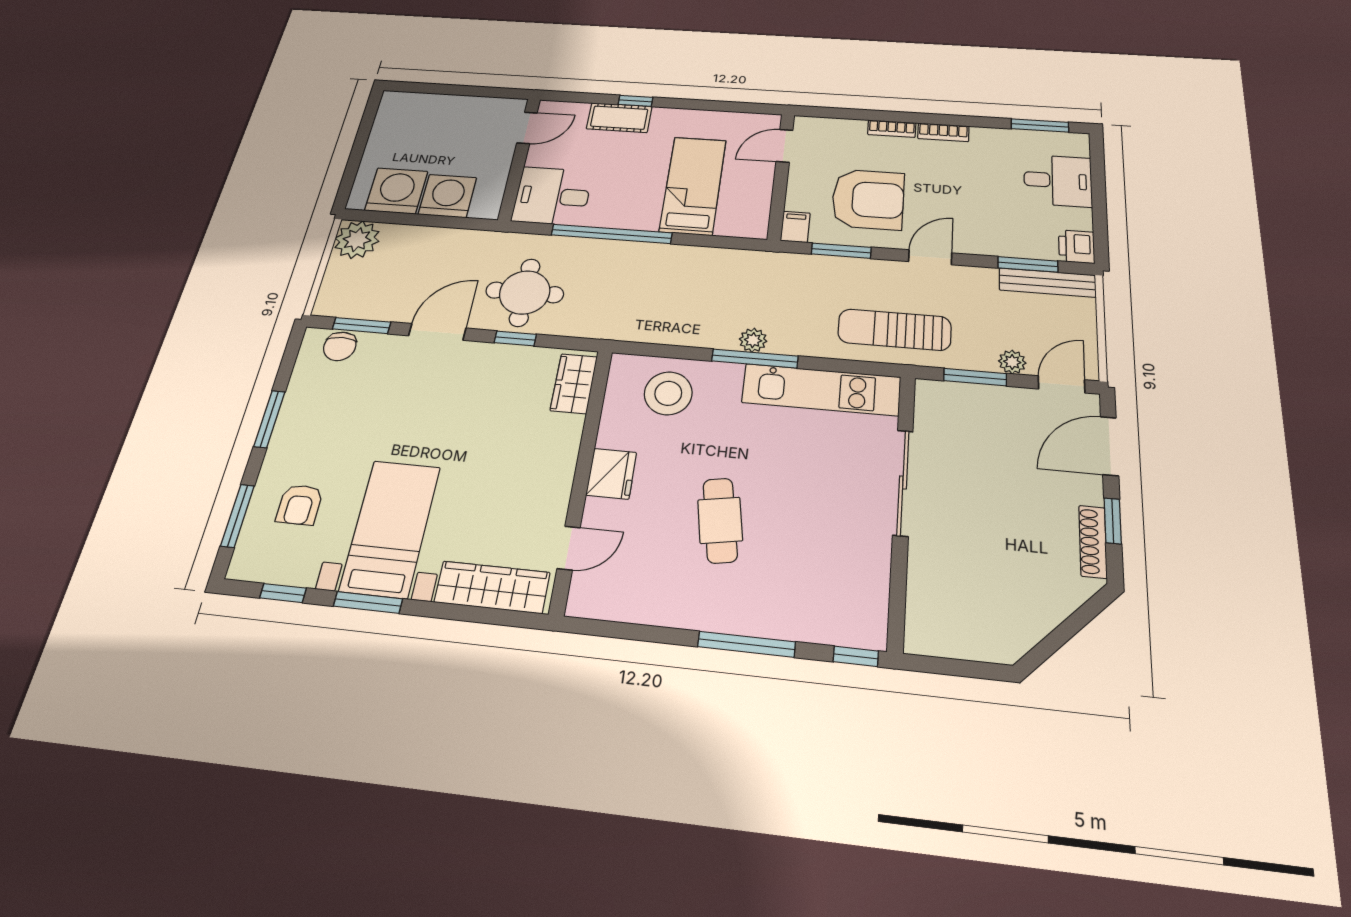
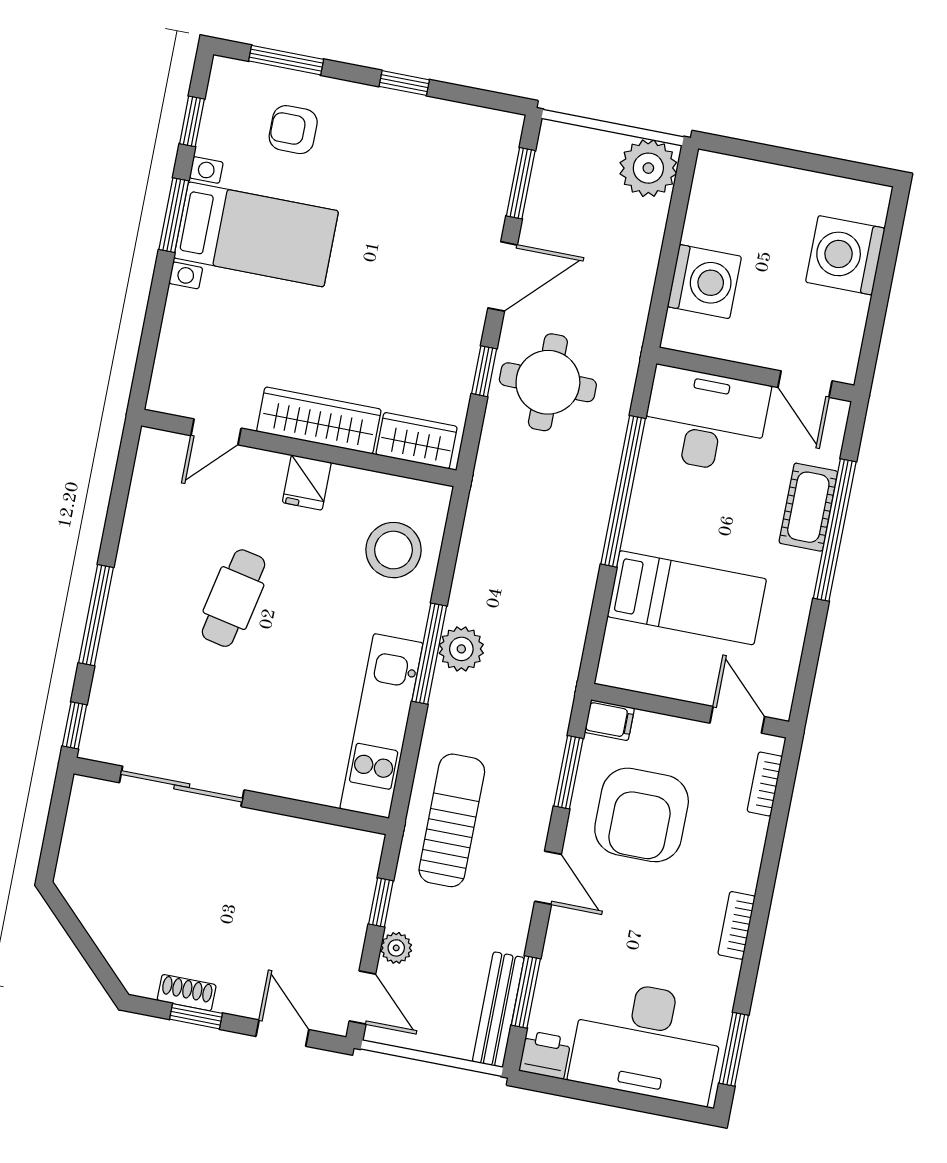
window: (636, 101) -> (835, 530), width x3.17
bookcase: (892, 129) -> (765, 784), moved
desk: (1058, 181) -> (647, 1041), width x1.87, depth x1.30
washing machine: (396, 191) -> (845, 255), moved, turned 180
desk: (552, 196) -> (705, 420), width x1.37
door: (437, 332) -> (503, 276), hinge flipped
plant: (753, 340) -> (461, 649), width x1.38, depth x1.38
chair: (340, 346) -> (494, 159), removed
window: (975, 377) -> (381, 902), width x0.67
window: (269, 419) -> (404, 83), width x0.67
door: (1109, 446) -> (282, 1033), width x0.73
fridge: (611, 474) -> (307, 482), width x0.72
sliding door: (903, 482) -> (182, 786), moved
cafe table: (720, 520) -> (233, 598), turned -68
shoe rack: (1093, 542) -> (187, 993), width x0.70
door: (569, 548) -> (216, 432), hinge flipped
wardrobe: (492, 587) -> (319, 420), moved, turned -90

